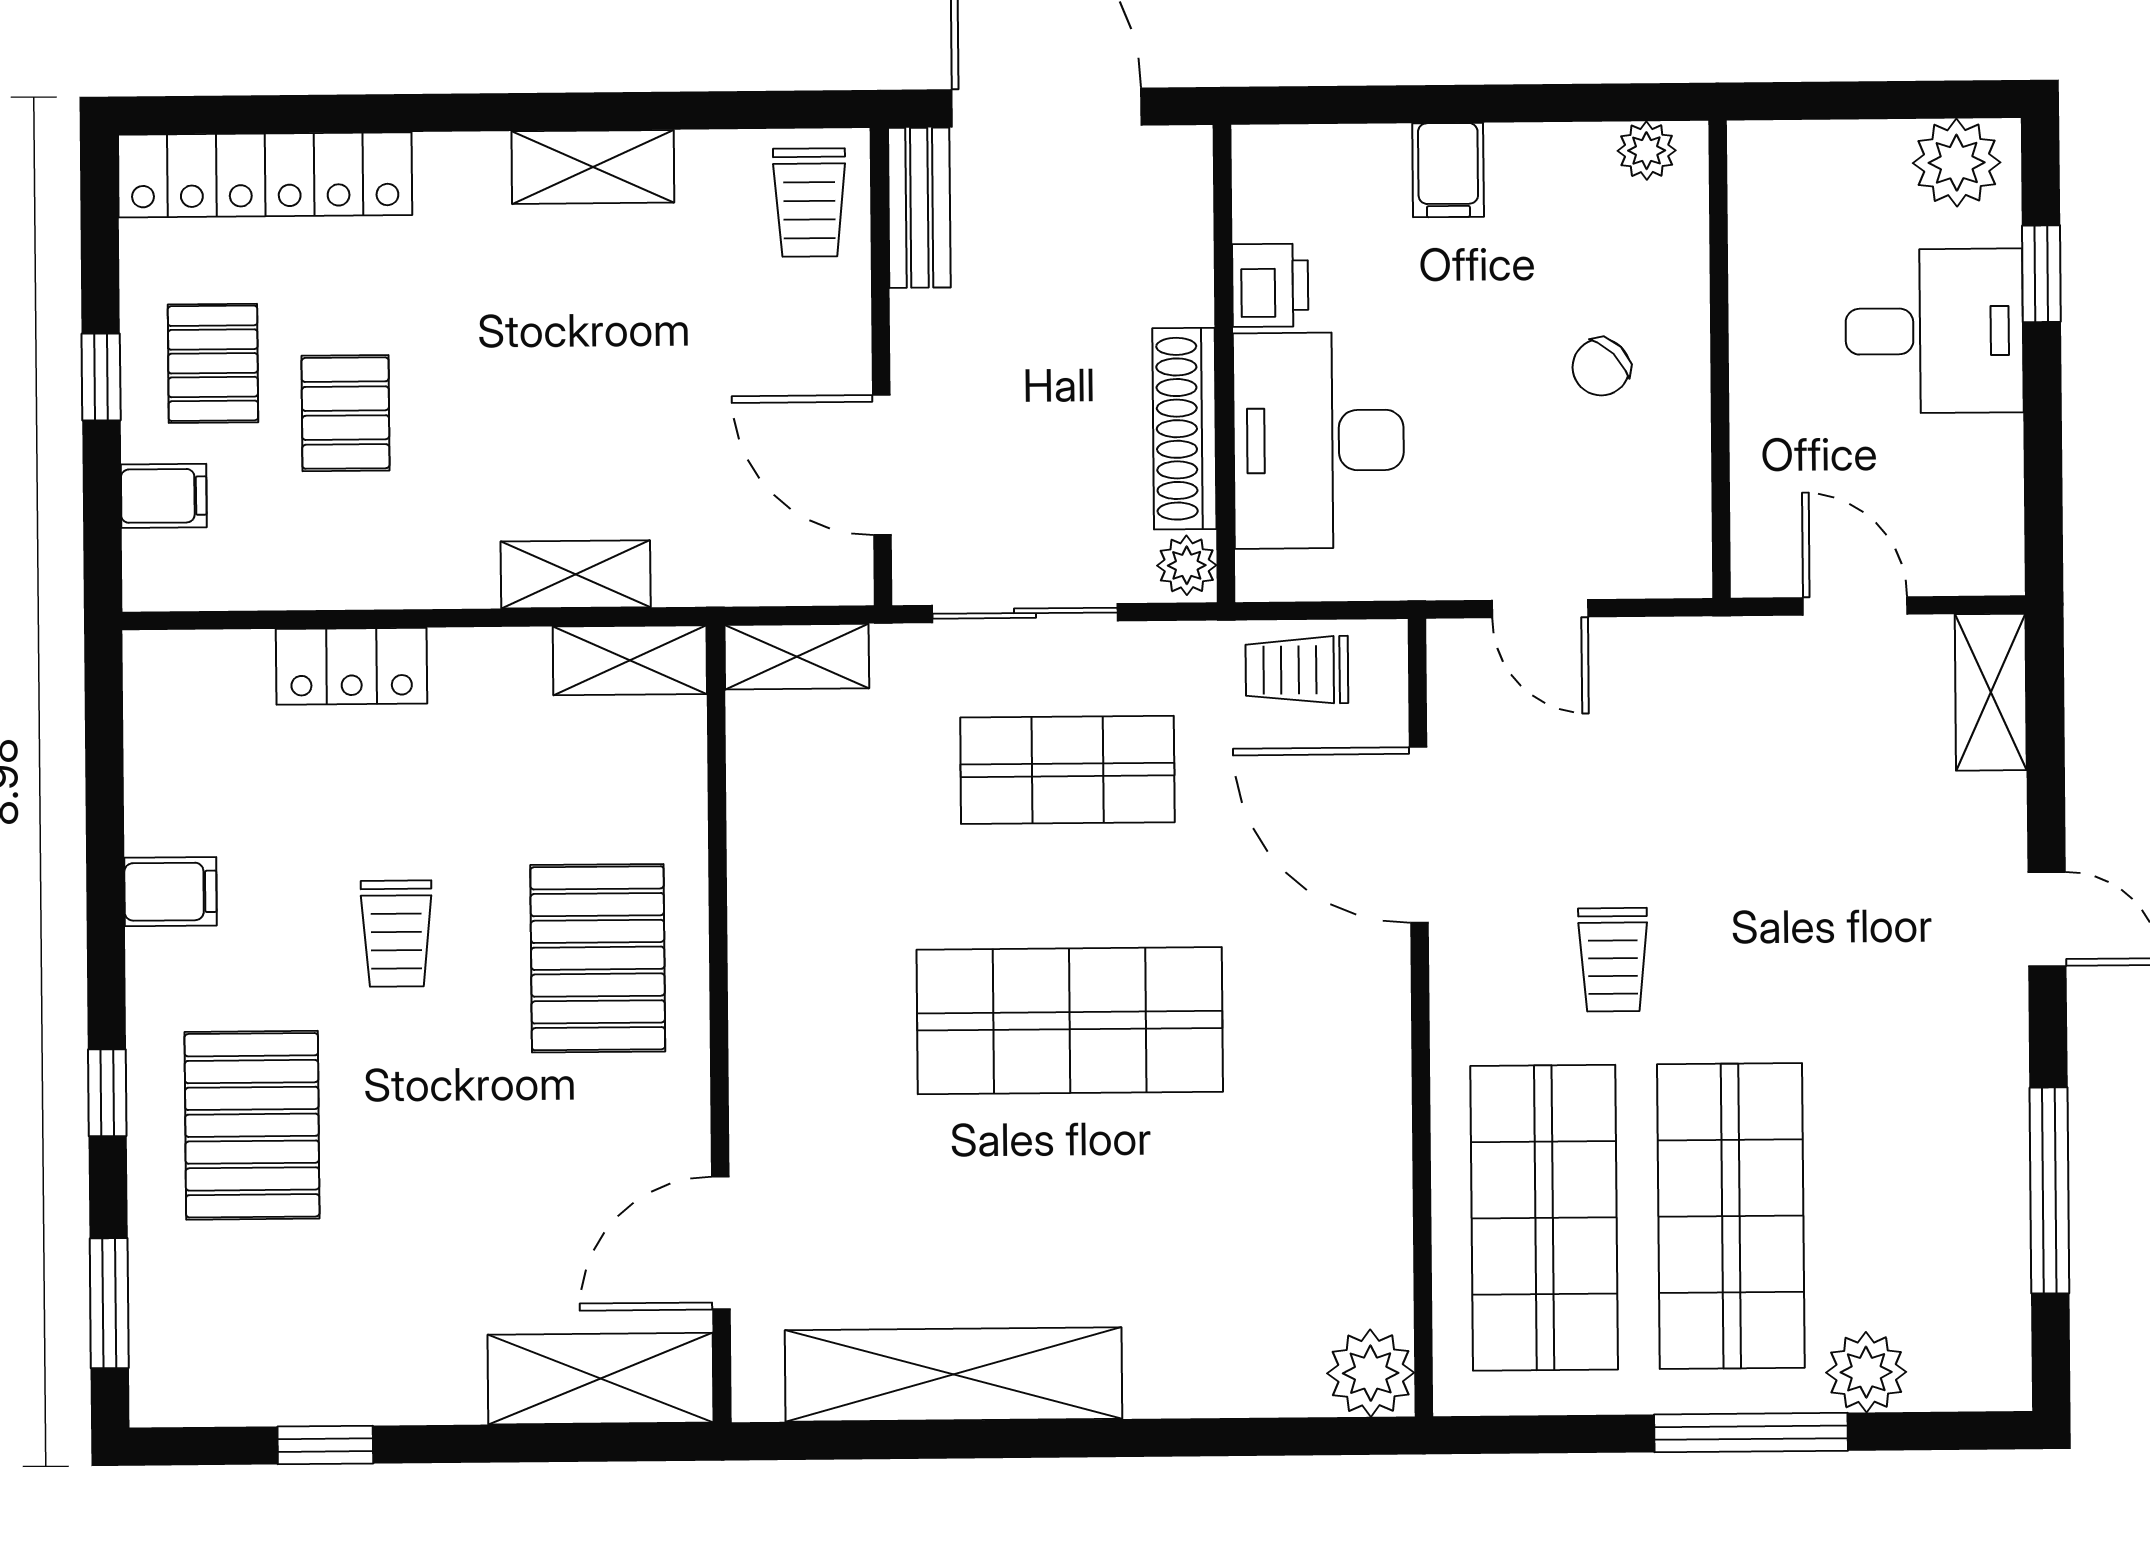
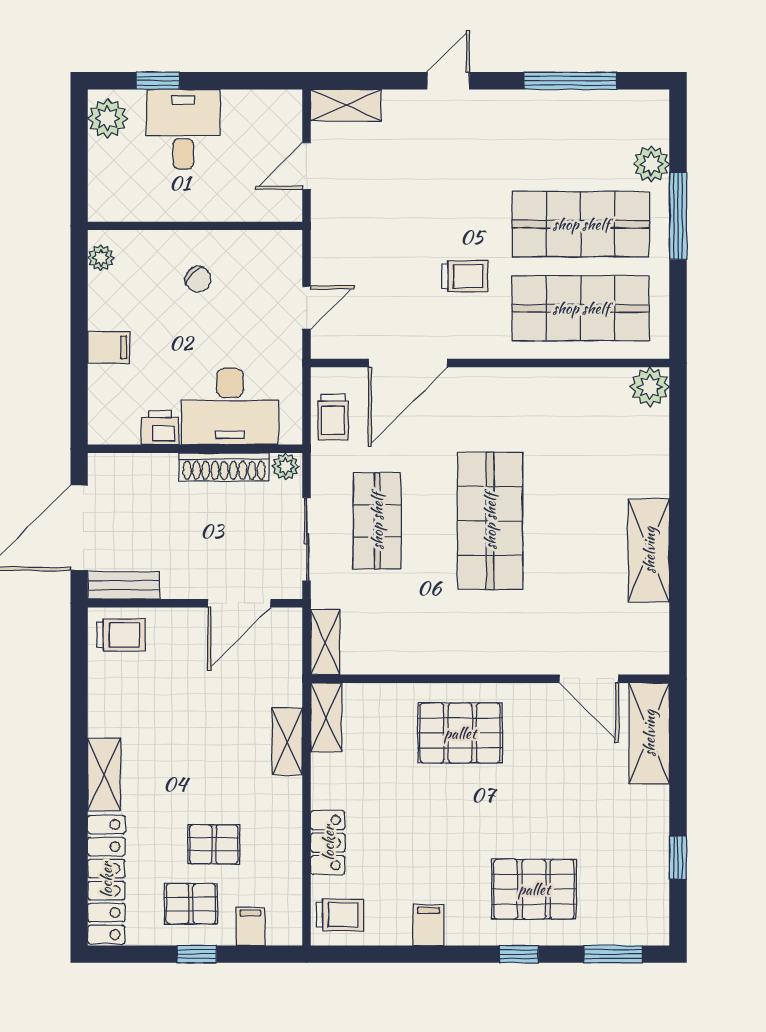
shelving: (593, 167) -> (104, 774), moved
trolley: (396, 934) -> (340, 915), moved
shelving: (953, 1375) -> (649, 550), width x0.68

